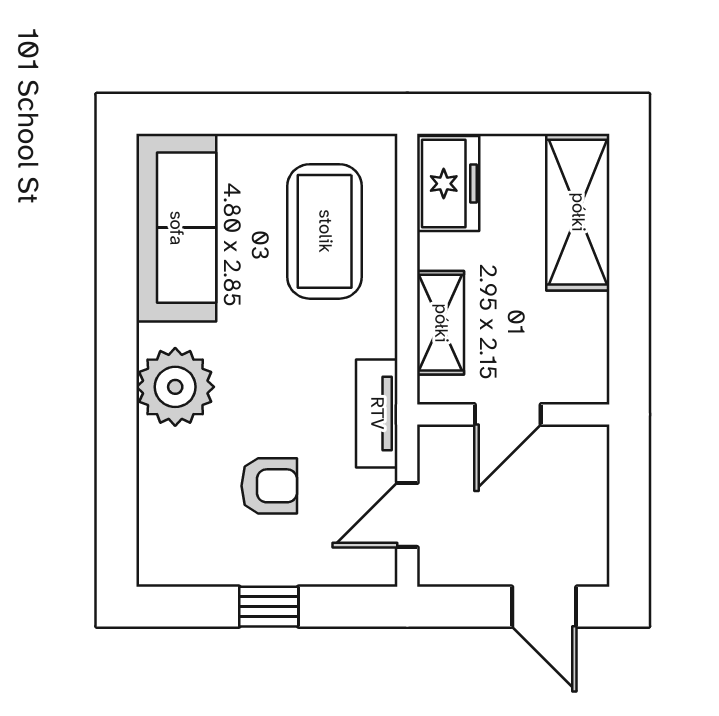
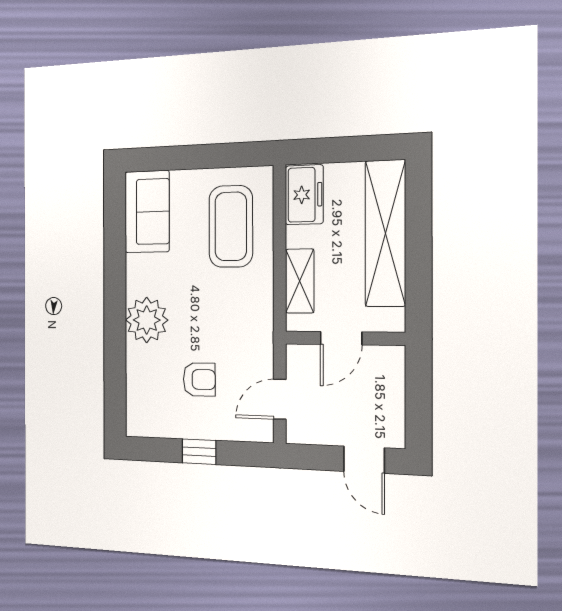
shelving: (578, 212) -> (385, 233), width x1.47
sofa: (176, 228) -> (147, 212), width x0.73
tv unit: (377, 413) -> (262, 337), removed

